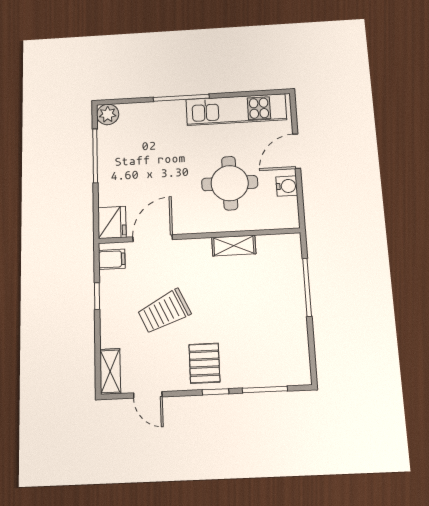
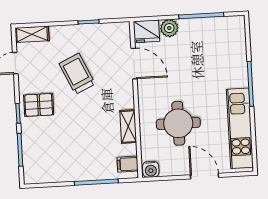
plant: (108, 114) -> (169, 28), moved
water cooler: (287, 186) -> (151, 169), moved
filing cabinet: (112, 259) -> (128, 164), moved, turned 90

